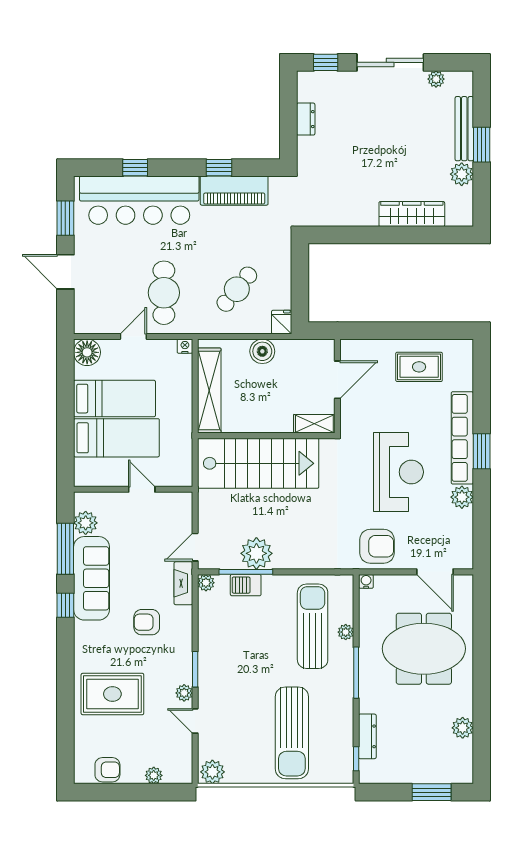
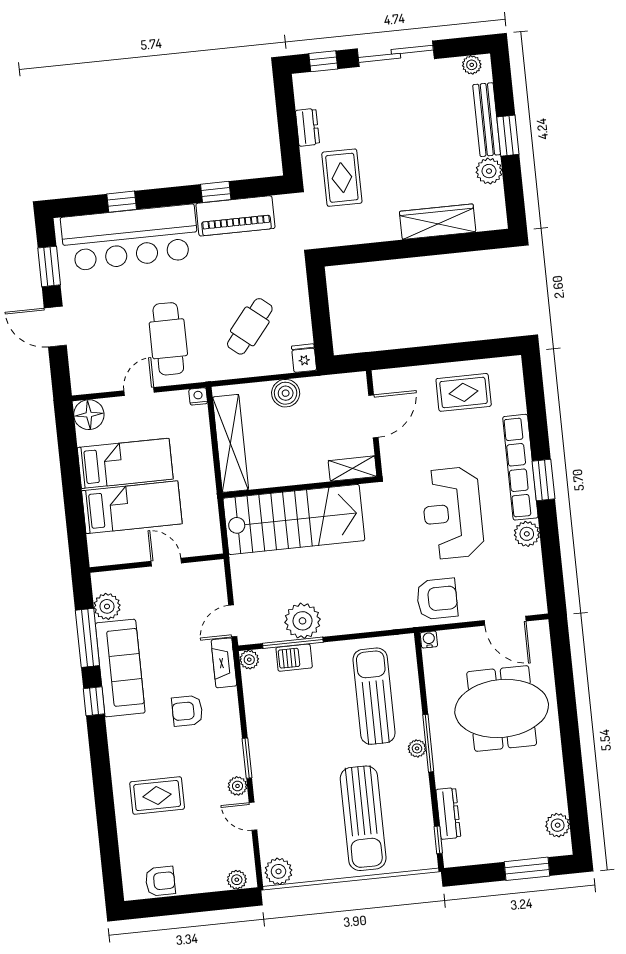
plant: (436, 79) -> (472, 65), moved
rug: (331, 167) -> (342, 178), added
reception desk: (398, 472) -> (453, 513), turned 180
plant: (346, 632) -> (417, 748), moved
rug: (112, 694) -> (157, 795), width x0.73, depth x0.70
plant: (463, 728) -> (558, 825), moved
plant: (154, 775) -> (237, 880), moved

